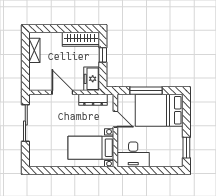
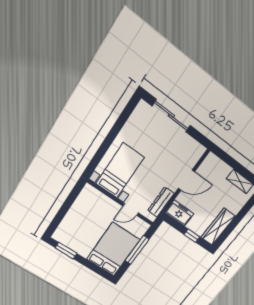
sliding door: (25, 123) -> (171, 116), moved
desk: (133, 154) -> (89, 204), removed

